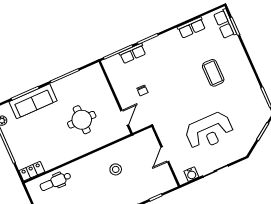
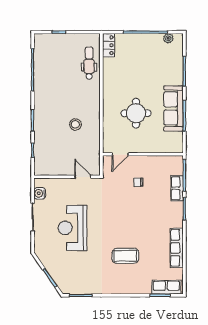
row of seats: (192, 28) -> (177, 248), width x1.48
sofa: (33, 101) -> (173, 108), moved
door: (125, 118) -> (120, 154), hinge flipped
door: (165, 154) -> (83, 177), moved

